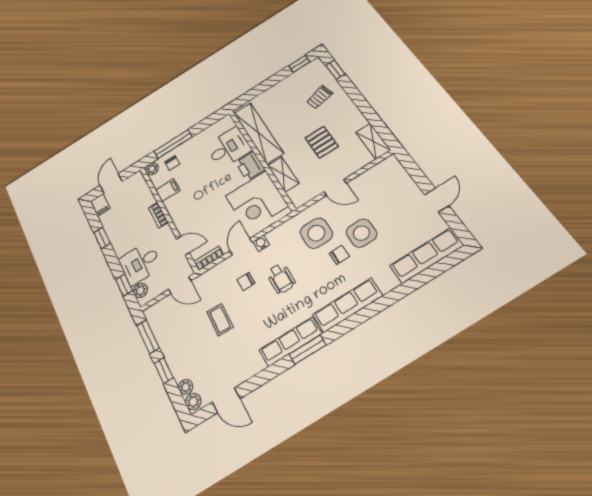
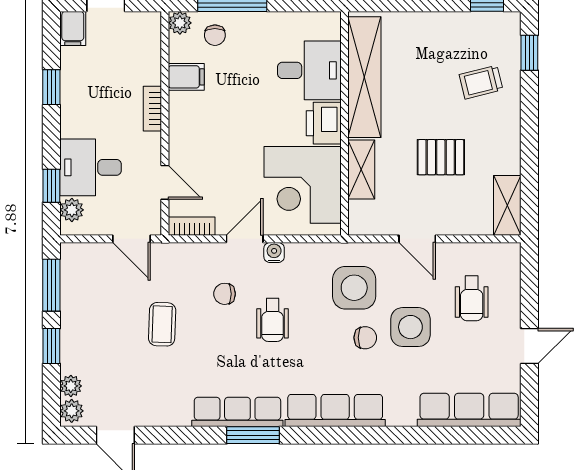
pallet: (322, 142) -> (441, 157), turned 90
wheelchair: (386, 197) -> (472, 298), added

